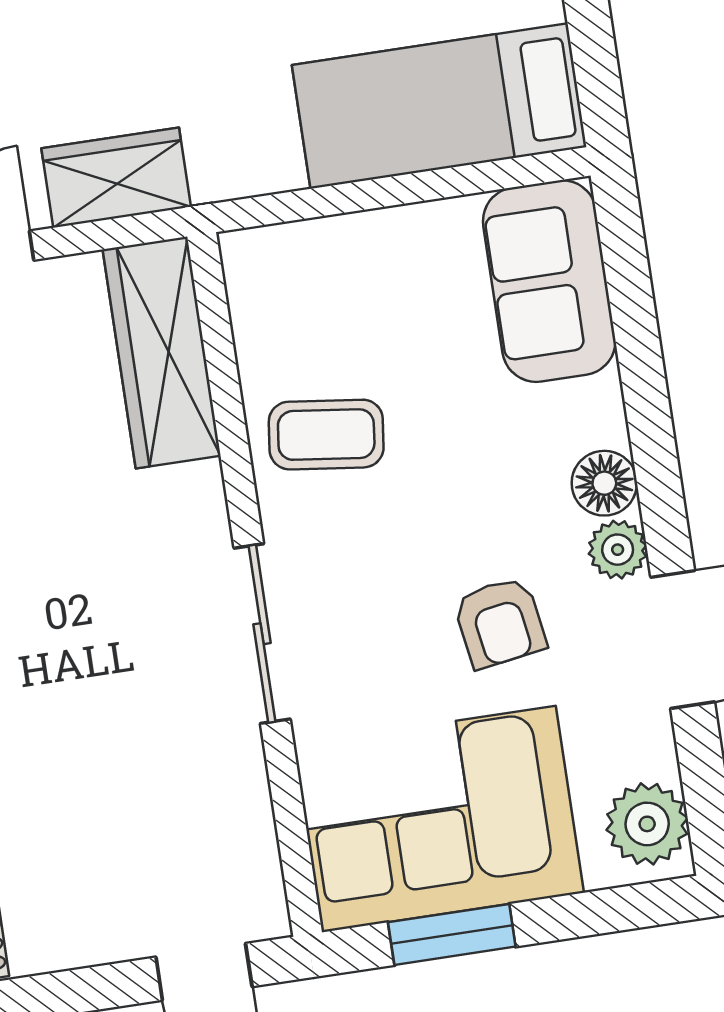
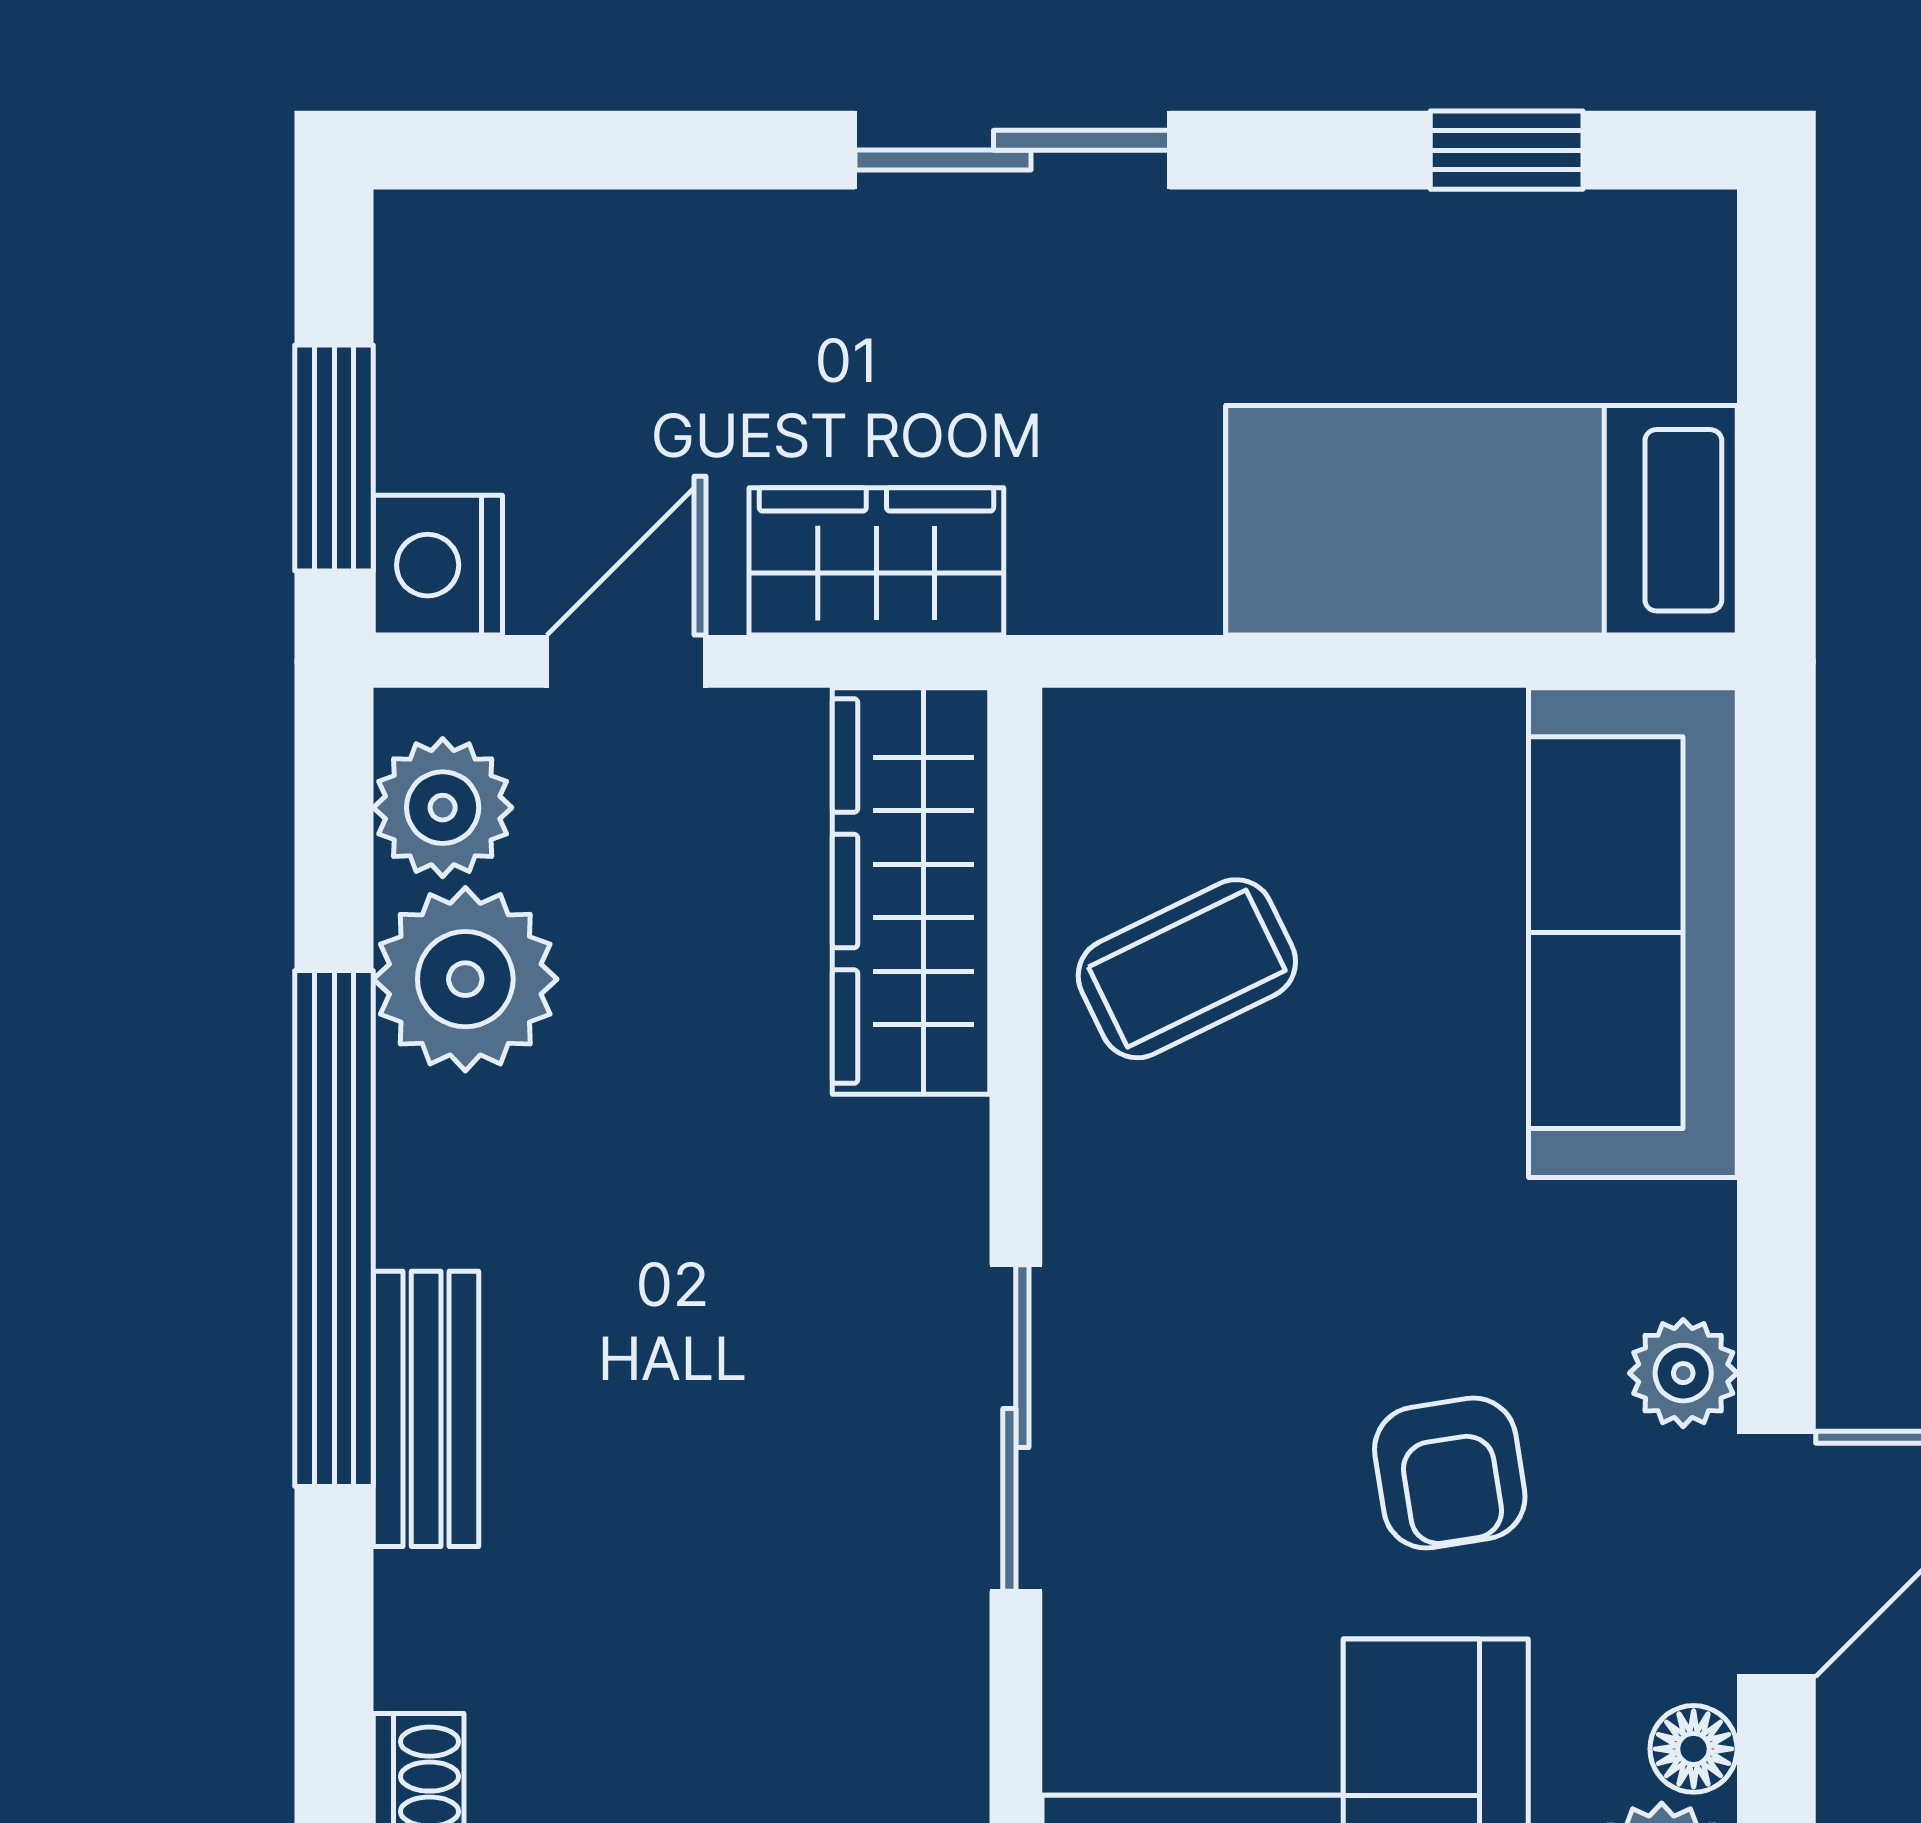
sofa: (549, 281) -> (1633, 933), width x1.36
coffee table: (326, 435) -> (1187, 969), moved, turned -33
floor lamp: (604, 483) -> (1694, 1749), moved, width x0.73, depth x0.73

